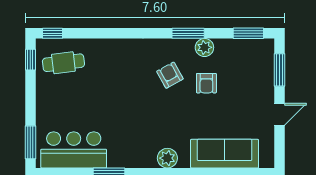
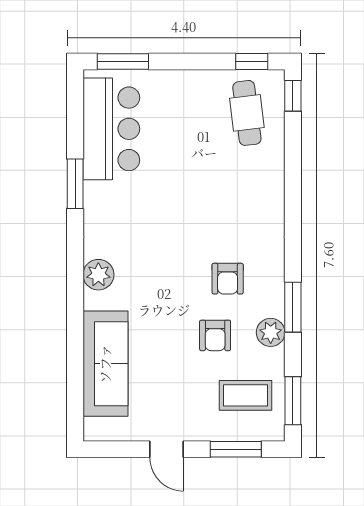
coffee table: (245, 64) -> (245, 395), added
armchair: (170, 75) -> (228, 279), turned 119
armchair: (206, 83) -> (215, 335), turned -90

